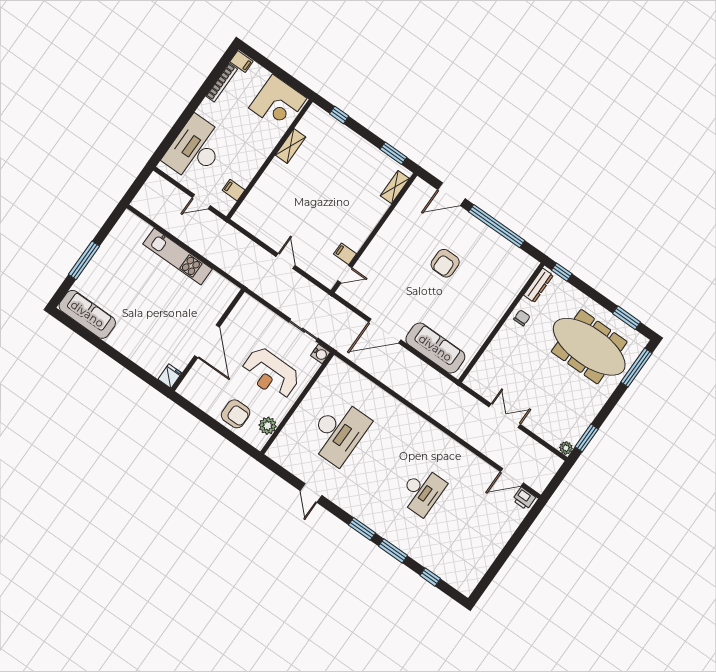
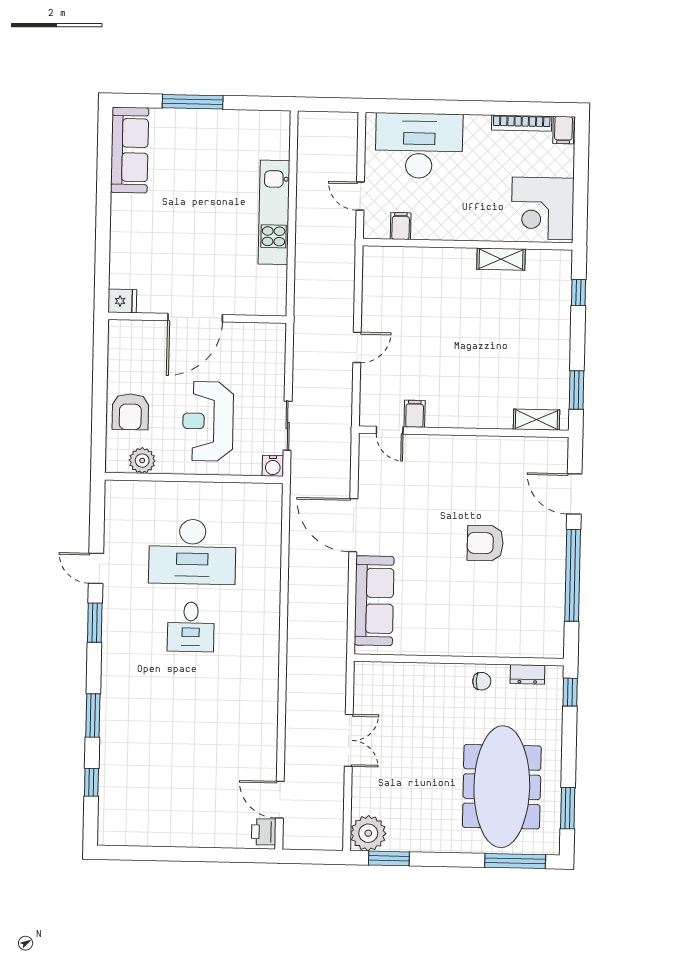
dresser: (538, 285) -> (527, 674), width x0.70
plant: (566, 448) -> (368, 833), width x1.87, depth x1.87
desk: (422, 491) -> (191, 627), moved, width x0.73
door: (311, 493) -> (96, 568), hinge flipped
window: (362, 529) -> (95, 623), moved

